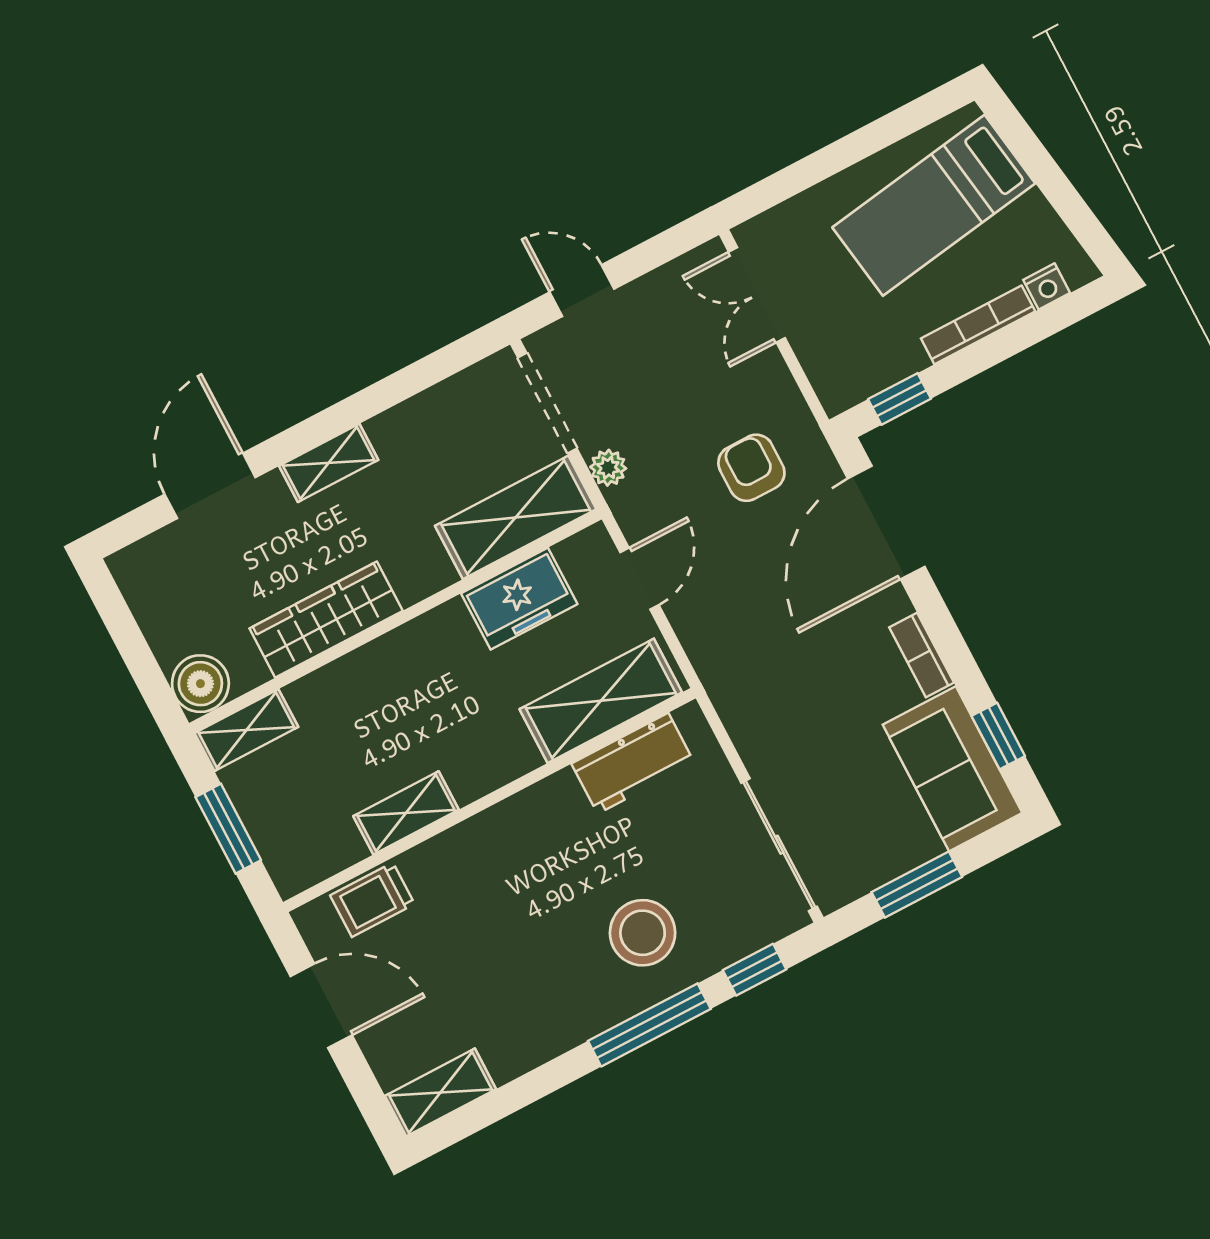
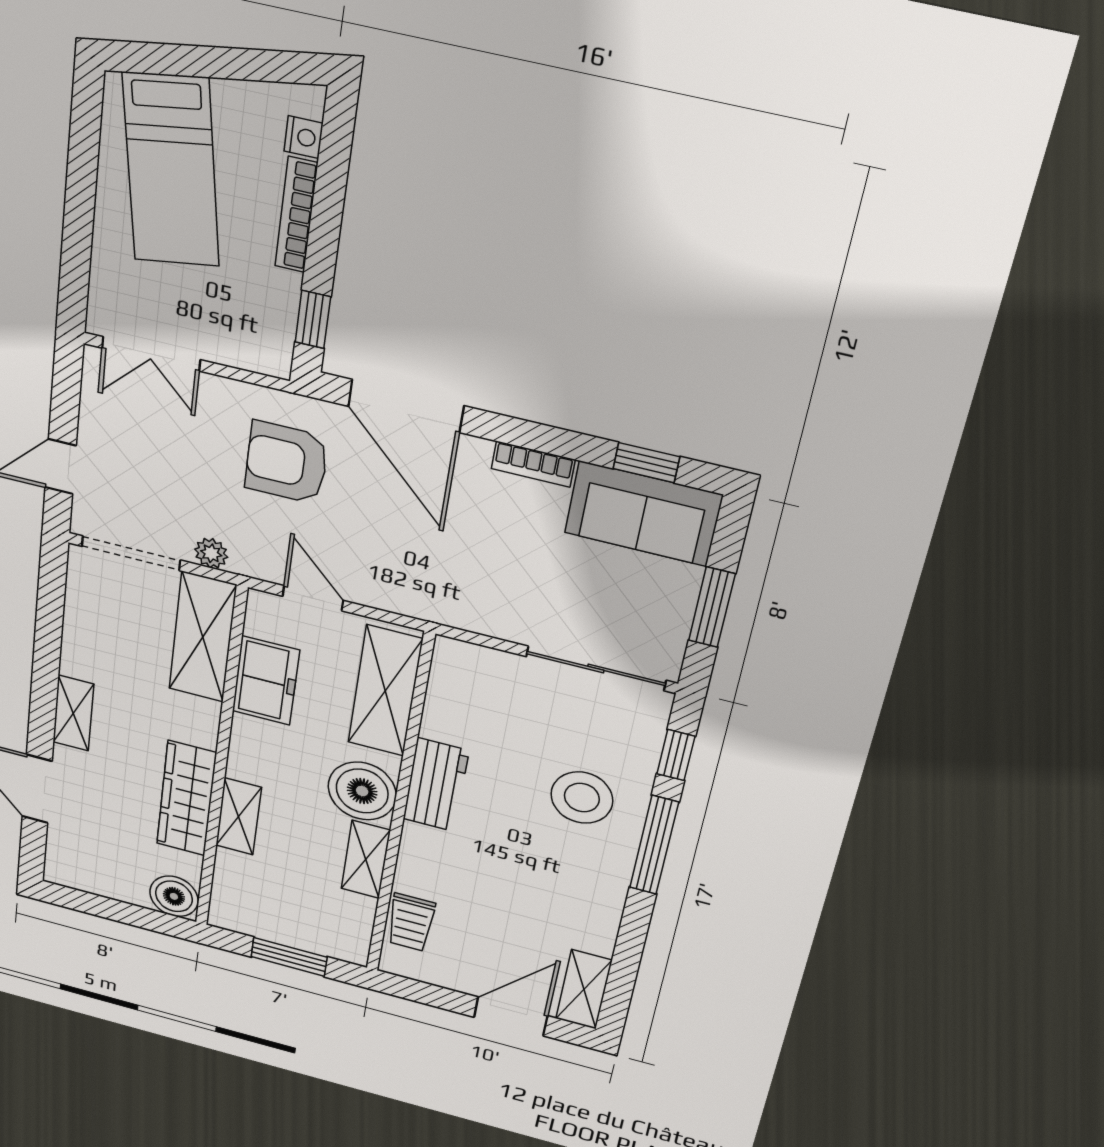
armchair: (751, 468) -> (286, 463), width x1.38, depth x1.38
shelving: (246, 730) -> (238, 816), moved
boiler: (478, 757) -> (362, 791), added
workbench: (633, 763) -> (436, 785), moved
door: (321, 1006) -> (511, 1016), moved

